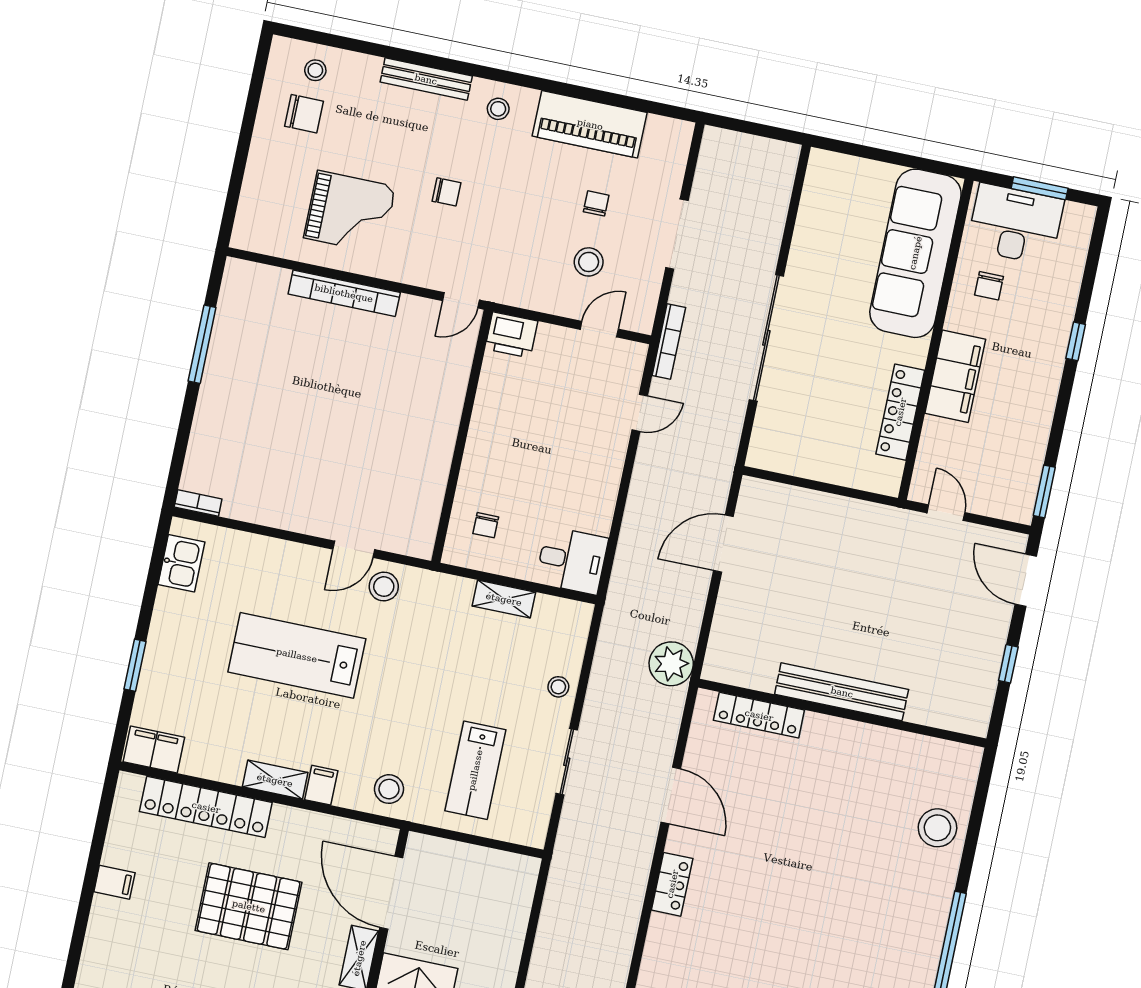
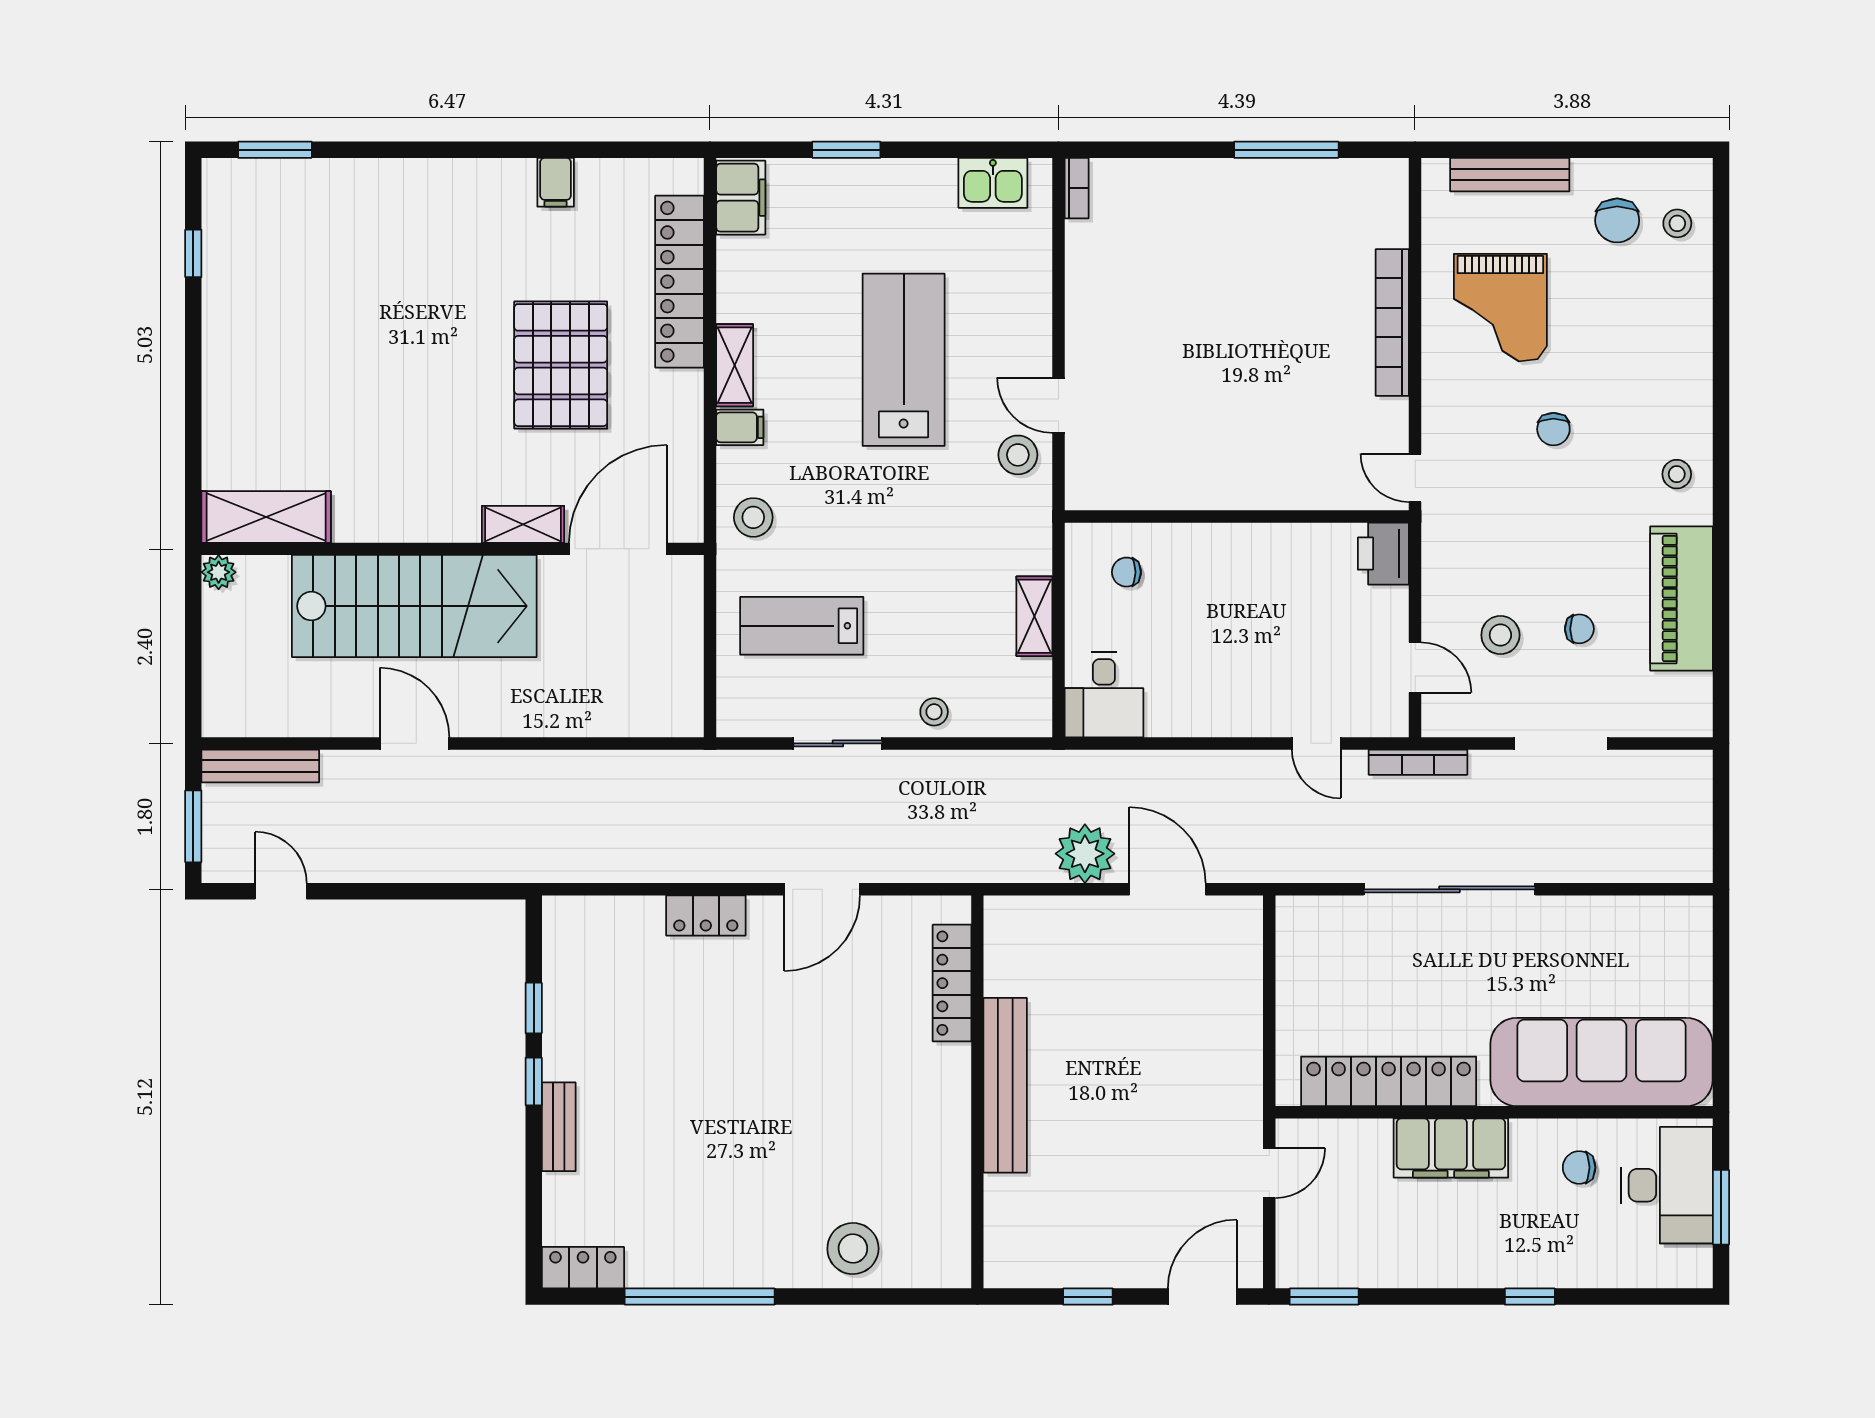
bench: (426, 79) -> (1510, 175), moved, turned 90
locker: (900, 412) -> (1389, 1081), width x1.41, depth x1.21
plant: (671, 664) -> (1085, 854), moved

